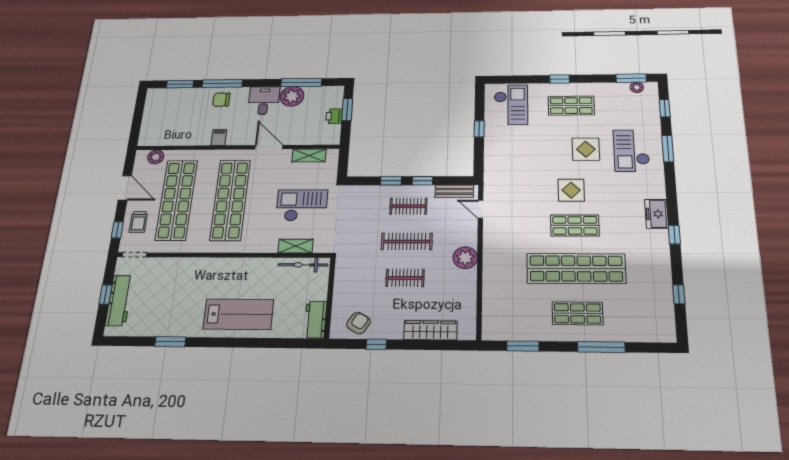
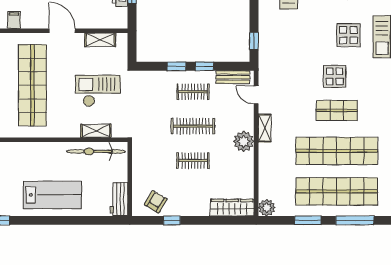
window: (479, 129) -> (254, 41), moved
shelving: (490, 244) -> (265, 128), added
bicycle: (303, 265) -> (96, 152), width x1.37, depth x1.40
shop shelf: (577, 313) -> (337, 191), width x2.00, depth x1.36
wardrobe: (430, 330) -> (232, 208), moved
plant: (492, 331) -> (267, 208), added
window: (523, 346) -> (308, 220), moved

